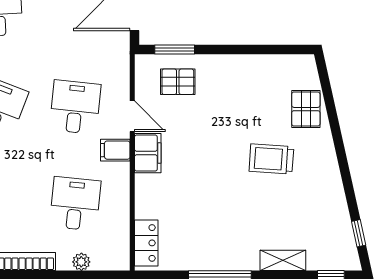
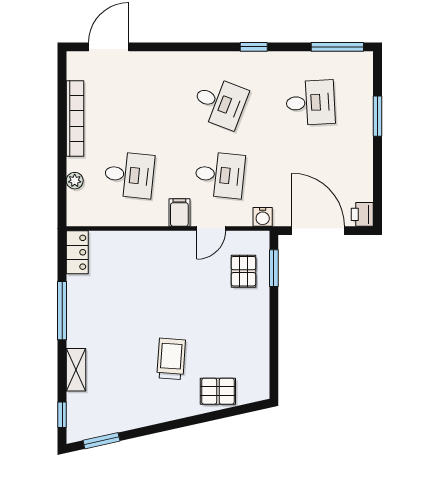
water cooler: (120, 61) -> (263, 217), added
filing cabinet: (148, 153) -> (177, 243), removed
window: (359, 233) -> (101, 441), width x1.50
locker: (146, 243) -> (77, 252), moved, turned -90

